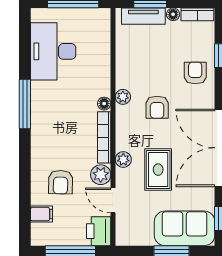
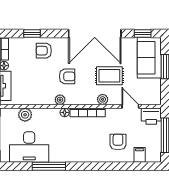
window: (25, 104) -> (49, 166), moved
plant: (101, 175) -> (25, 115), moved
armchair: (61, 182) -> (118, 142), turned -91
door: (113, 200) -> (130, 106), swing flipped

